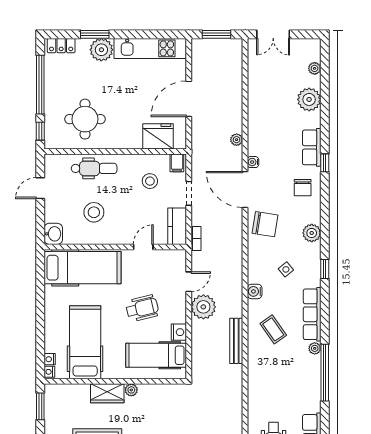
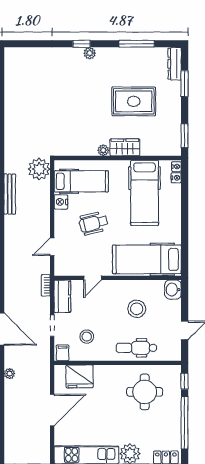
plant: (203, 307) -> (39, 169), moved

